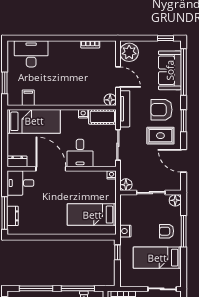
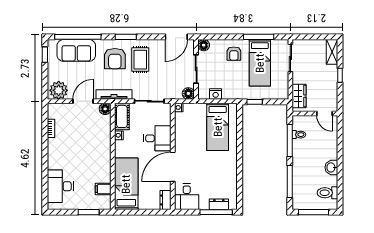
door: (184, 161) -> (176, 37), moved
nightstand: (125, 231) -> (216, 94), moved
window: (184, 231) -> (259, 37), moved

